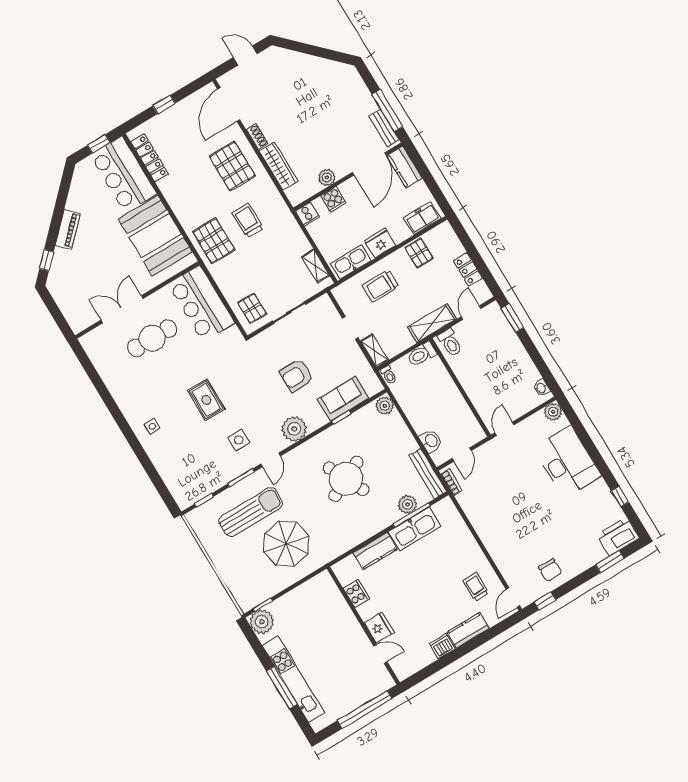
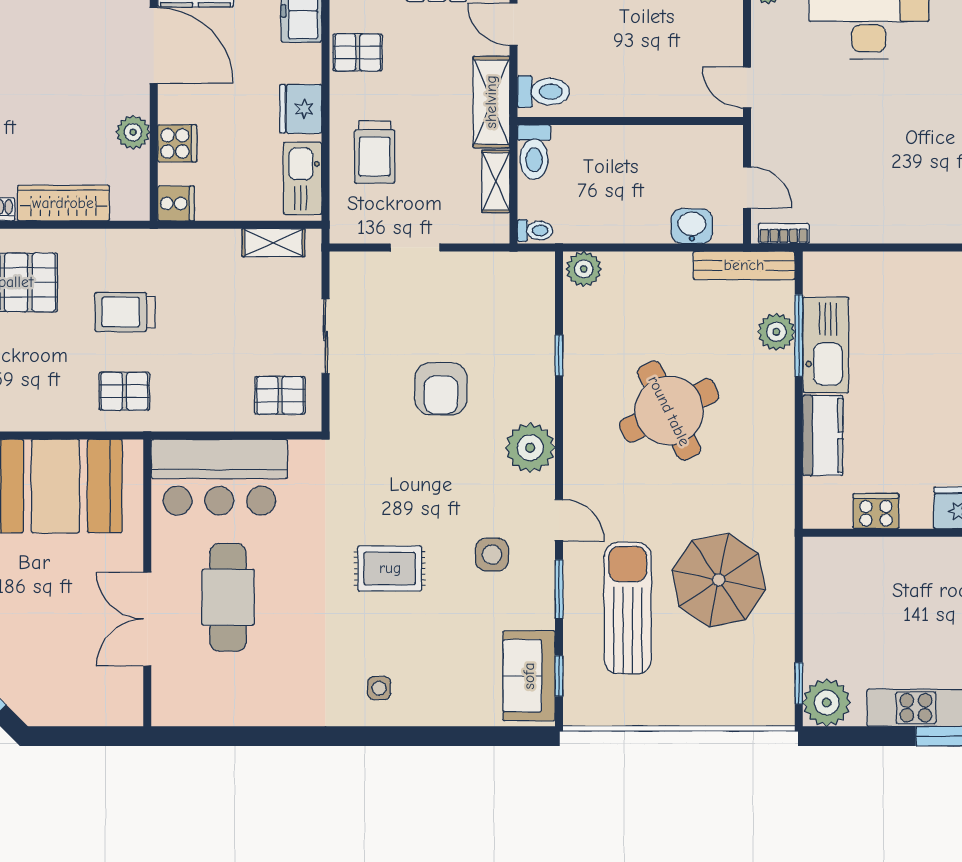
pallet: (214, 241) -> (124, 391), width x0.67, depth x0.71
shelving: (374, 351) -> (496, 181), moved, turned 90
sofa: (343, 399) -> (529, 676), moved

